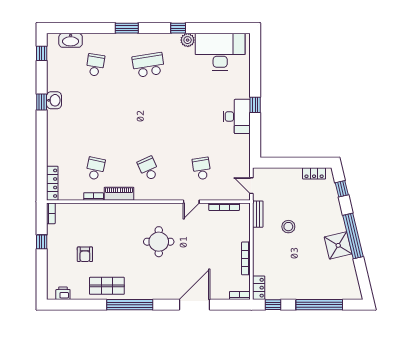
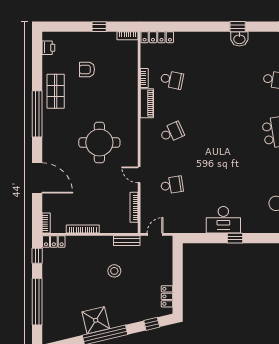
round table: (159, 242) -> (99, 143), width x1.36, depth x1.36

